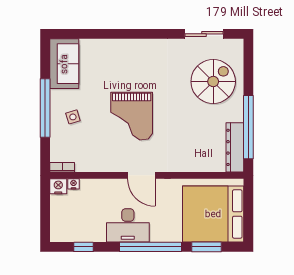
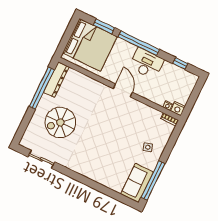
spiral stairs: (213, 82) -> (60, 122), moved
window: (45, 108) -> (153, 180), moved
grand piano: (132, 116) -> (111, 130), removed

